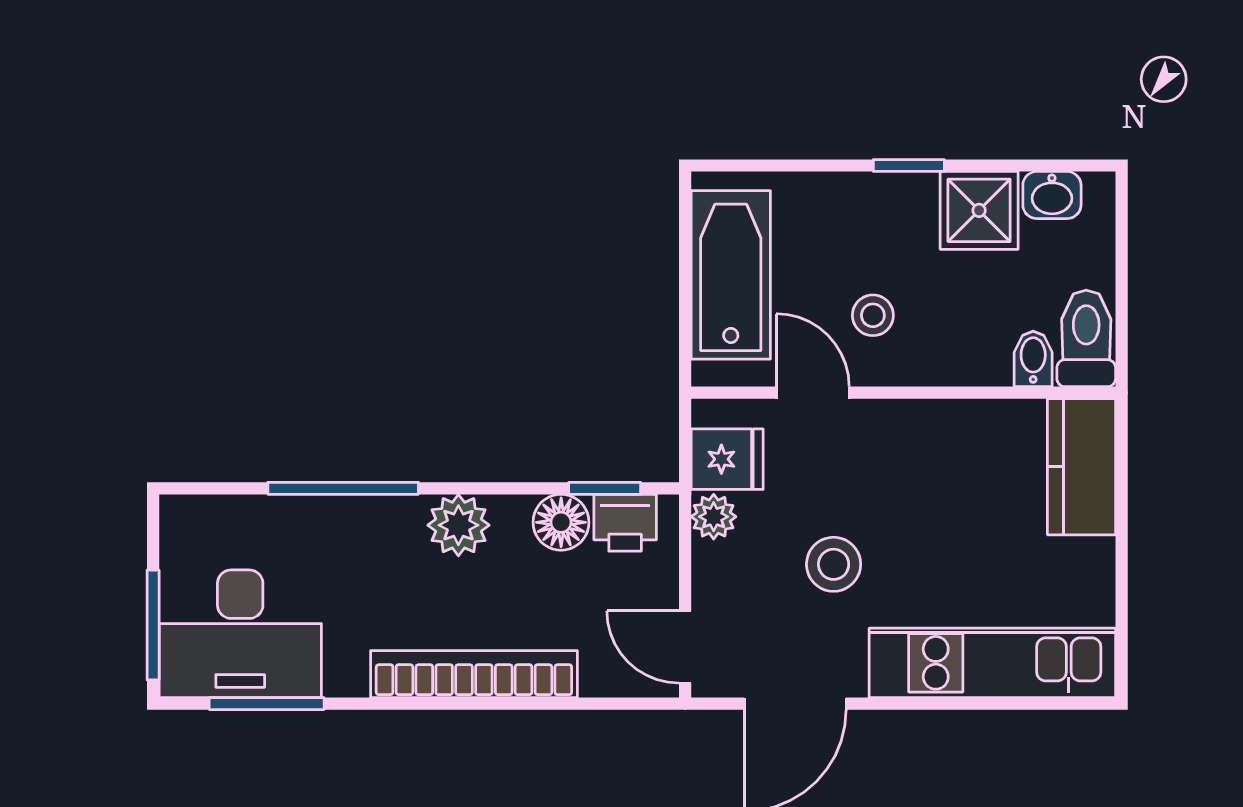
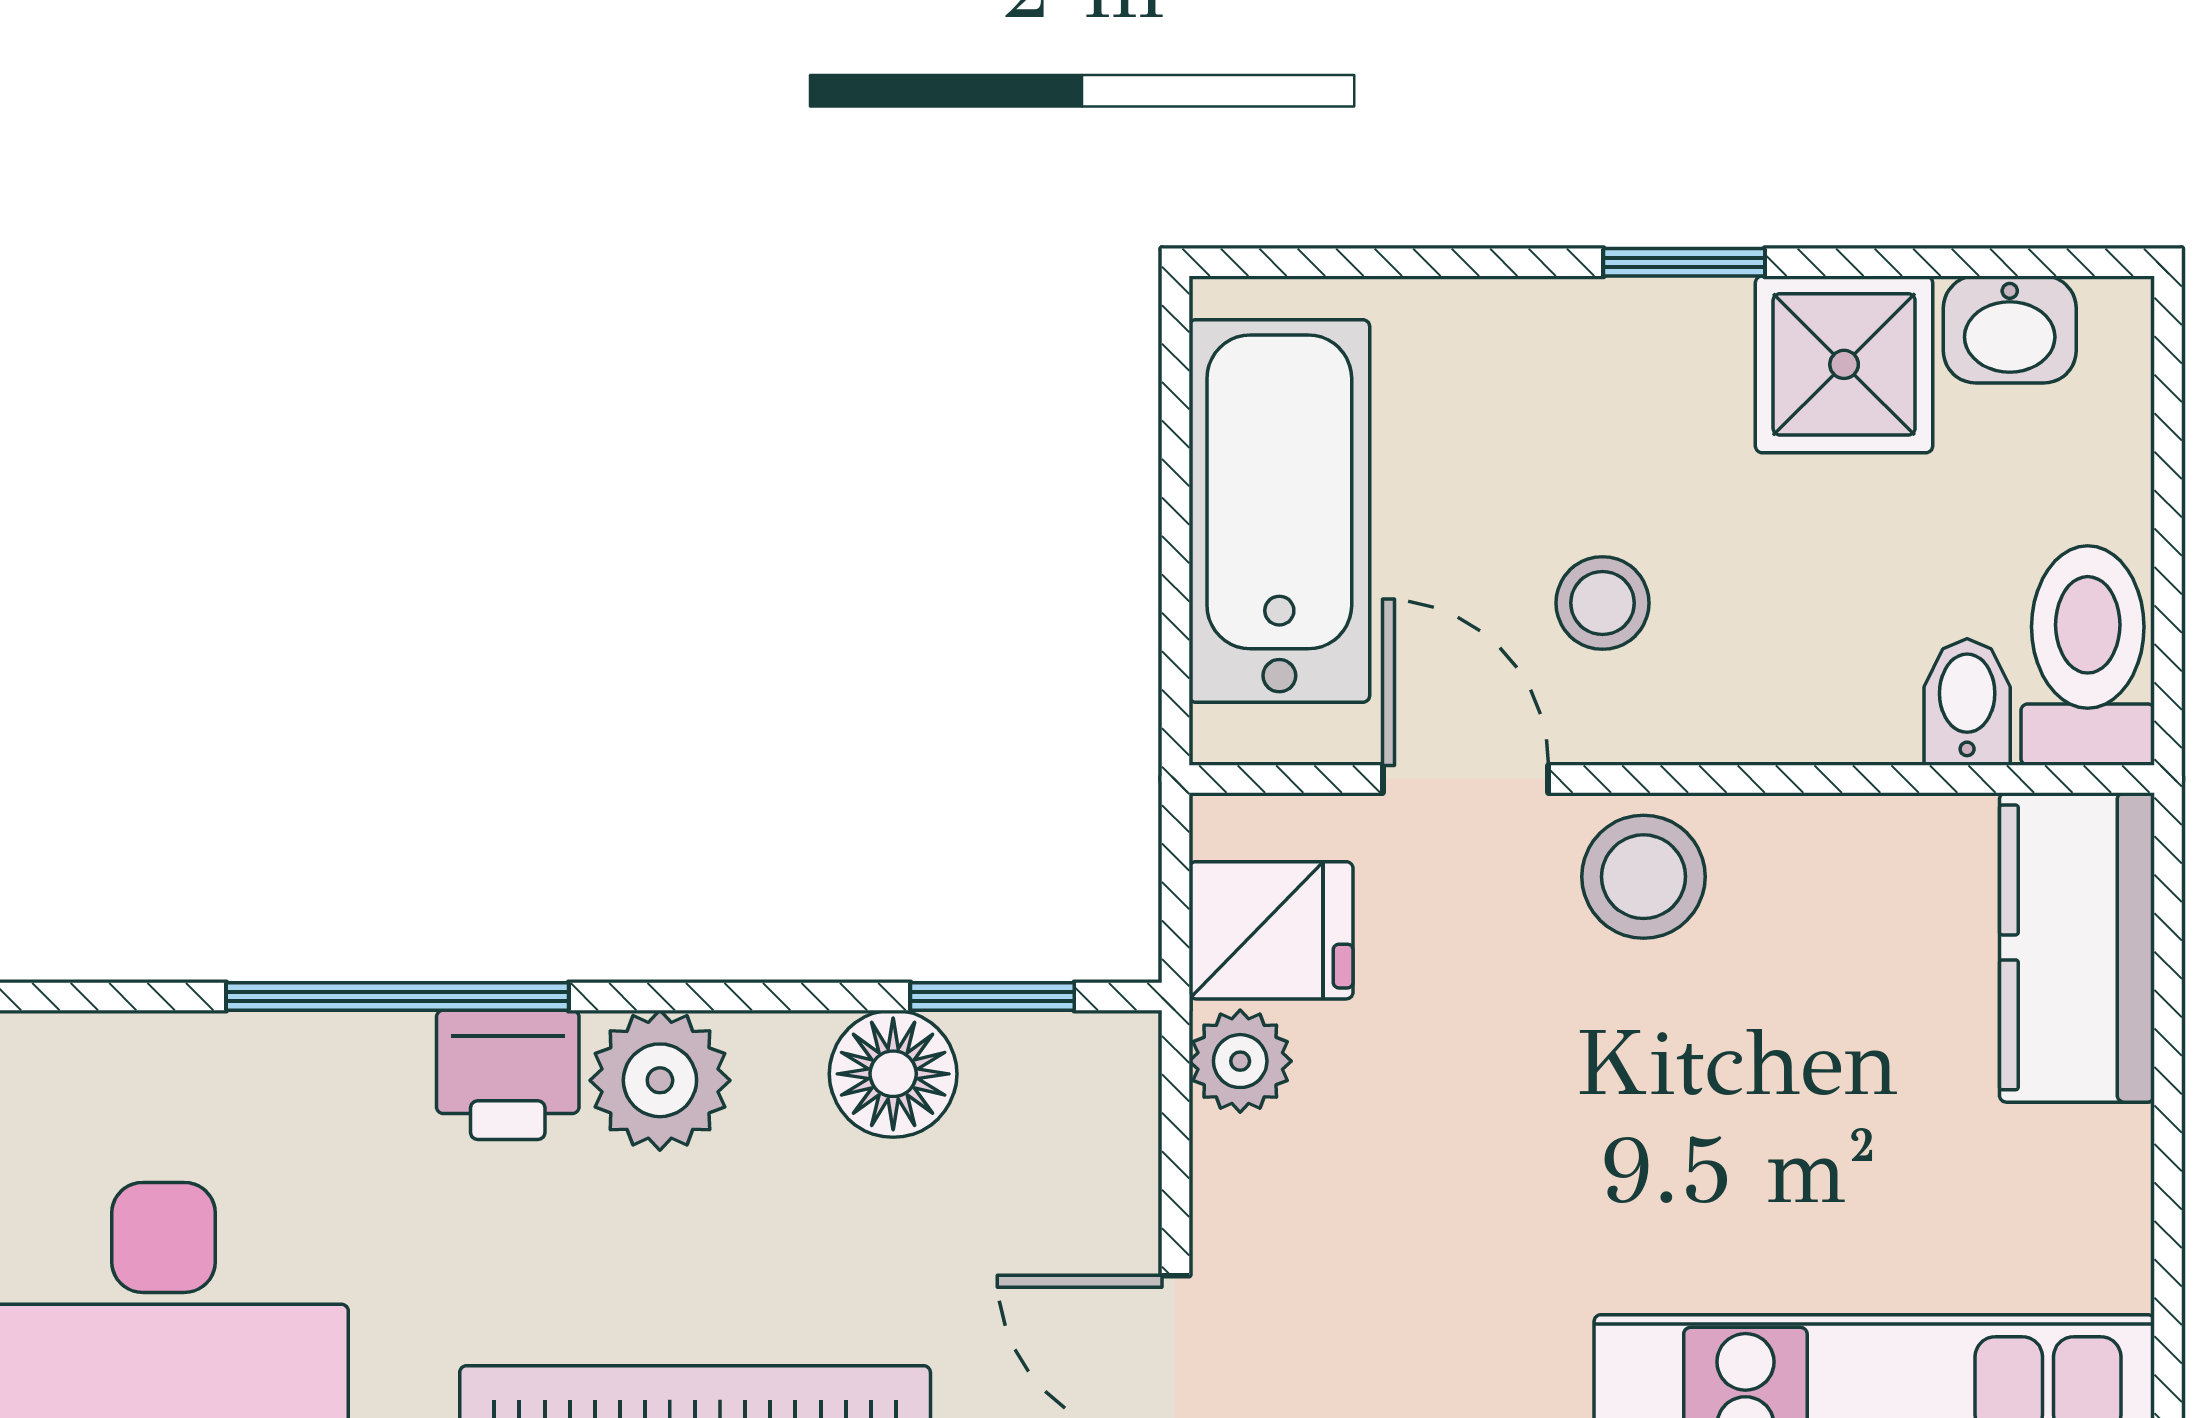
printer: (625, 523) -> (508, 1075), moved
stool: (834, 564) -> (1644, 877), moved

